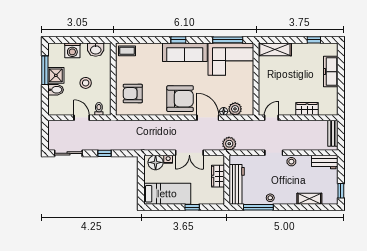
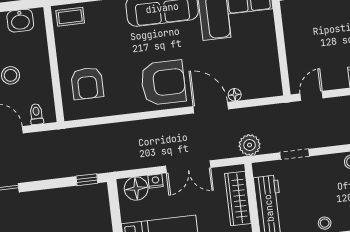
armchair: (133, 94) -> (87, 83), turned -90
plant: (235, 109) -> (252, 89), removed
window: (105, 153) -> (87, 180), moved
doorway: (274, 153) -> (294, 154), moved
wardrobe: (218, 176) -> (238, 199), width x1.50

